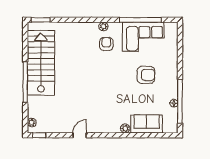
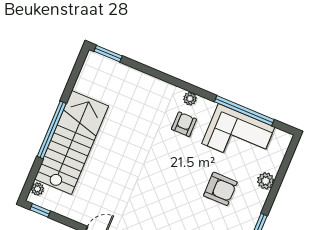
plant: (172, 58) -> (266, 181), added
stairs: (41, 63) -> (72, 143), moved

